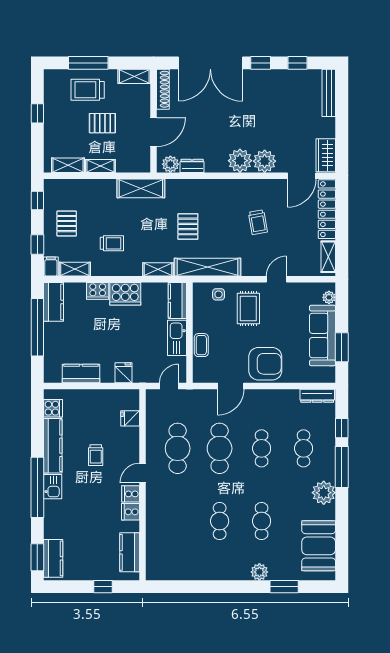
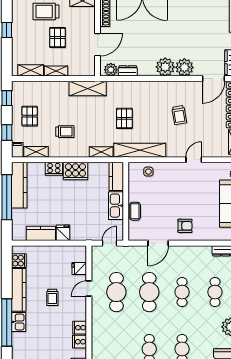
pallet: (102, 123) -> (58, 38), turned 90
kitchen counter: (54, 302) -> (19, 185), width x1.50
rug: (248, 308) -> (172, 183), removed
armchair: (265, 364) -> (185, 226), width x0.53, depth x0.53
fridge: (124, 373) -> (63, 233), moved
door: (143, 473) -> (89, 289), moved

